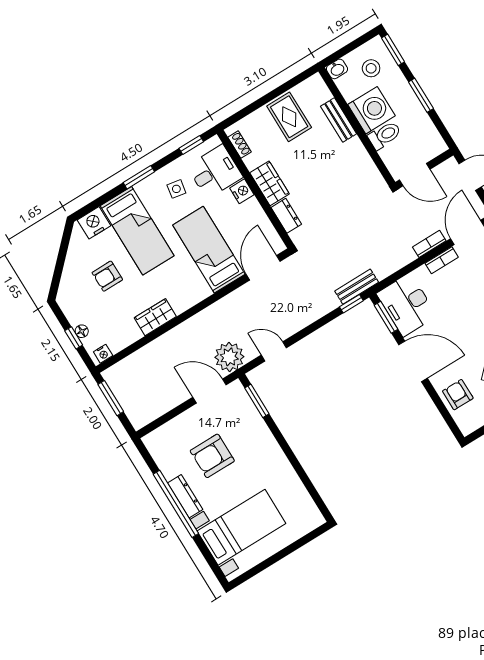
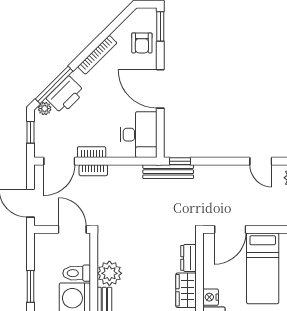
plant: (353, 154) -> (109, 273), added
bench: (357, 287) -> (168, 172), width x1.36
window: (386, 317) -> (160, 26), moved

